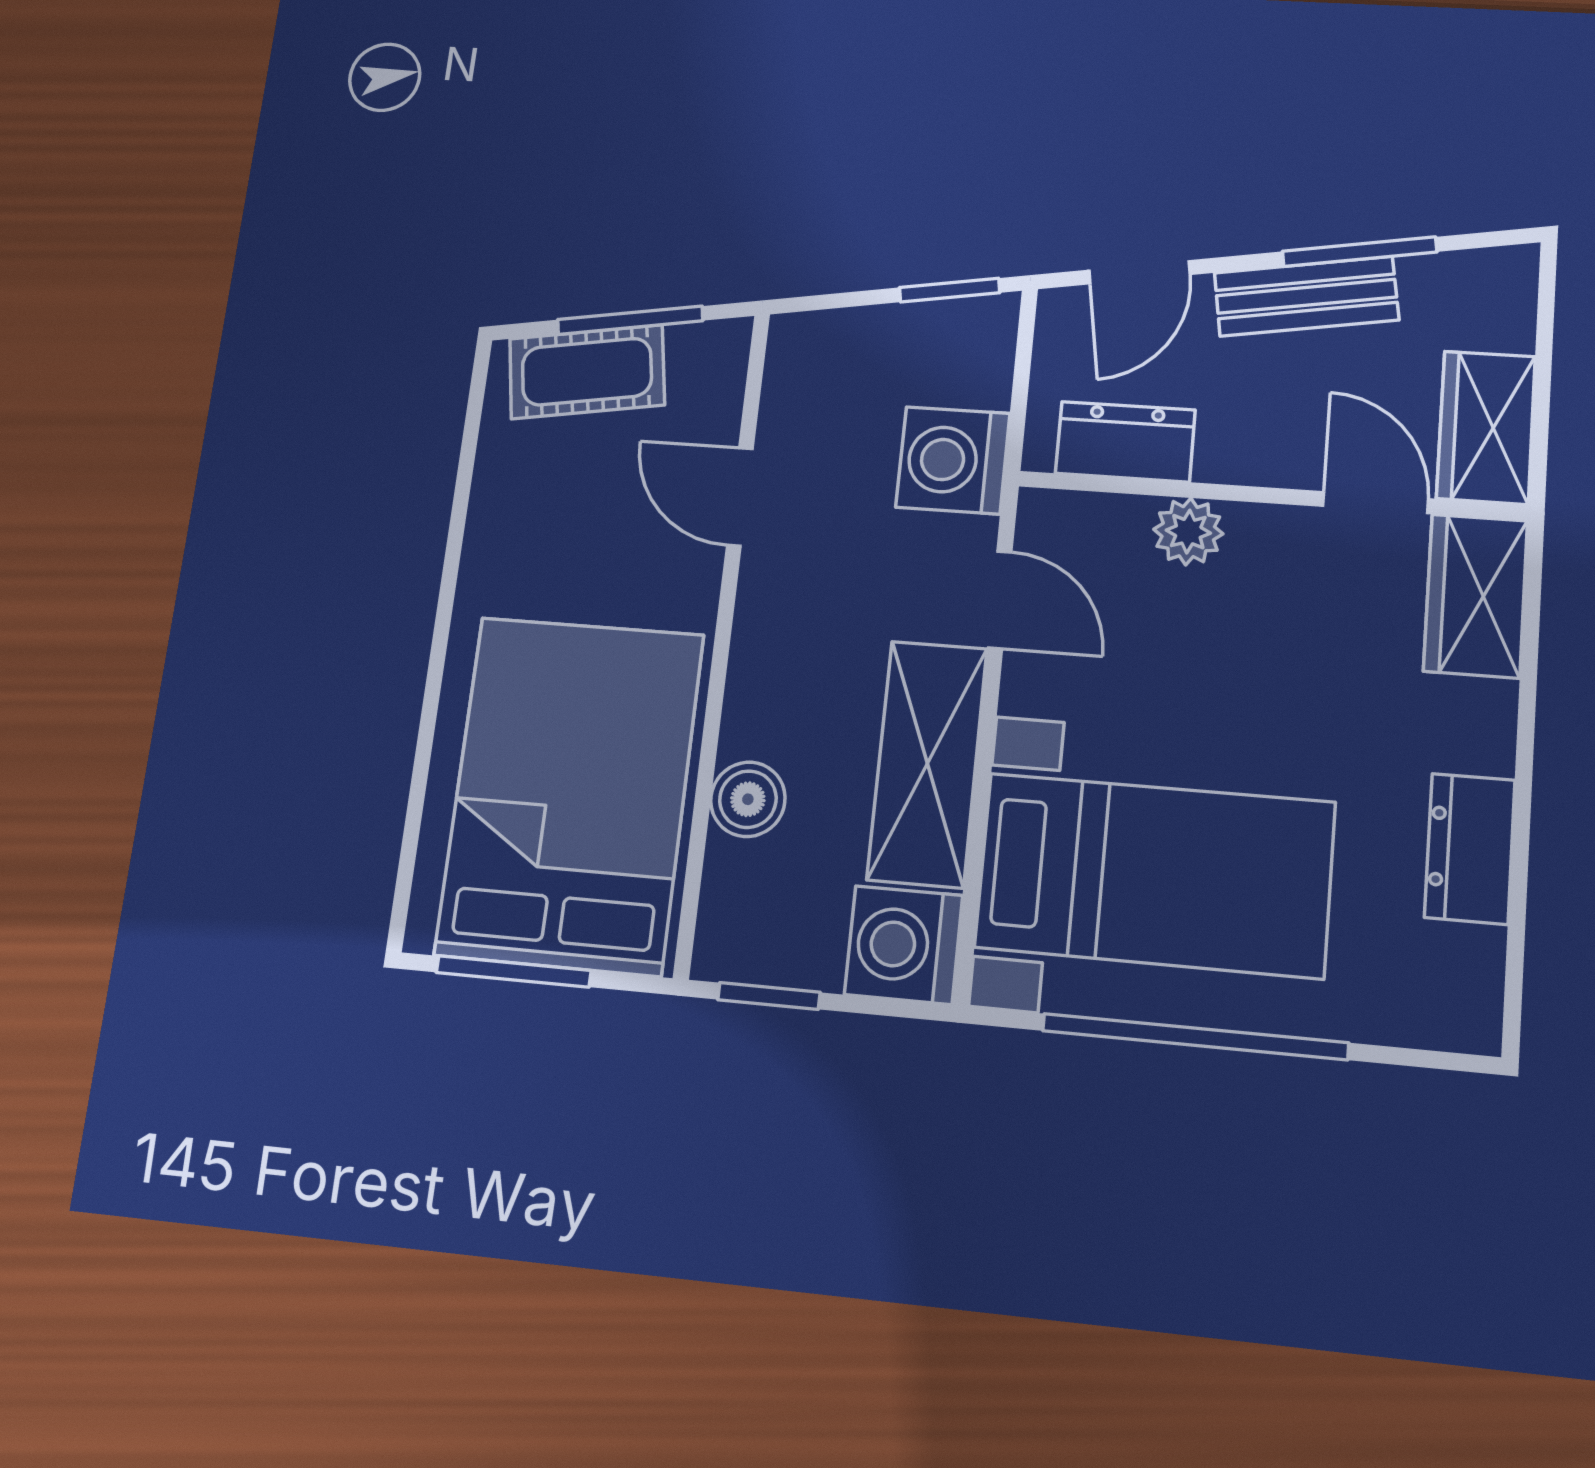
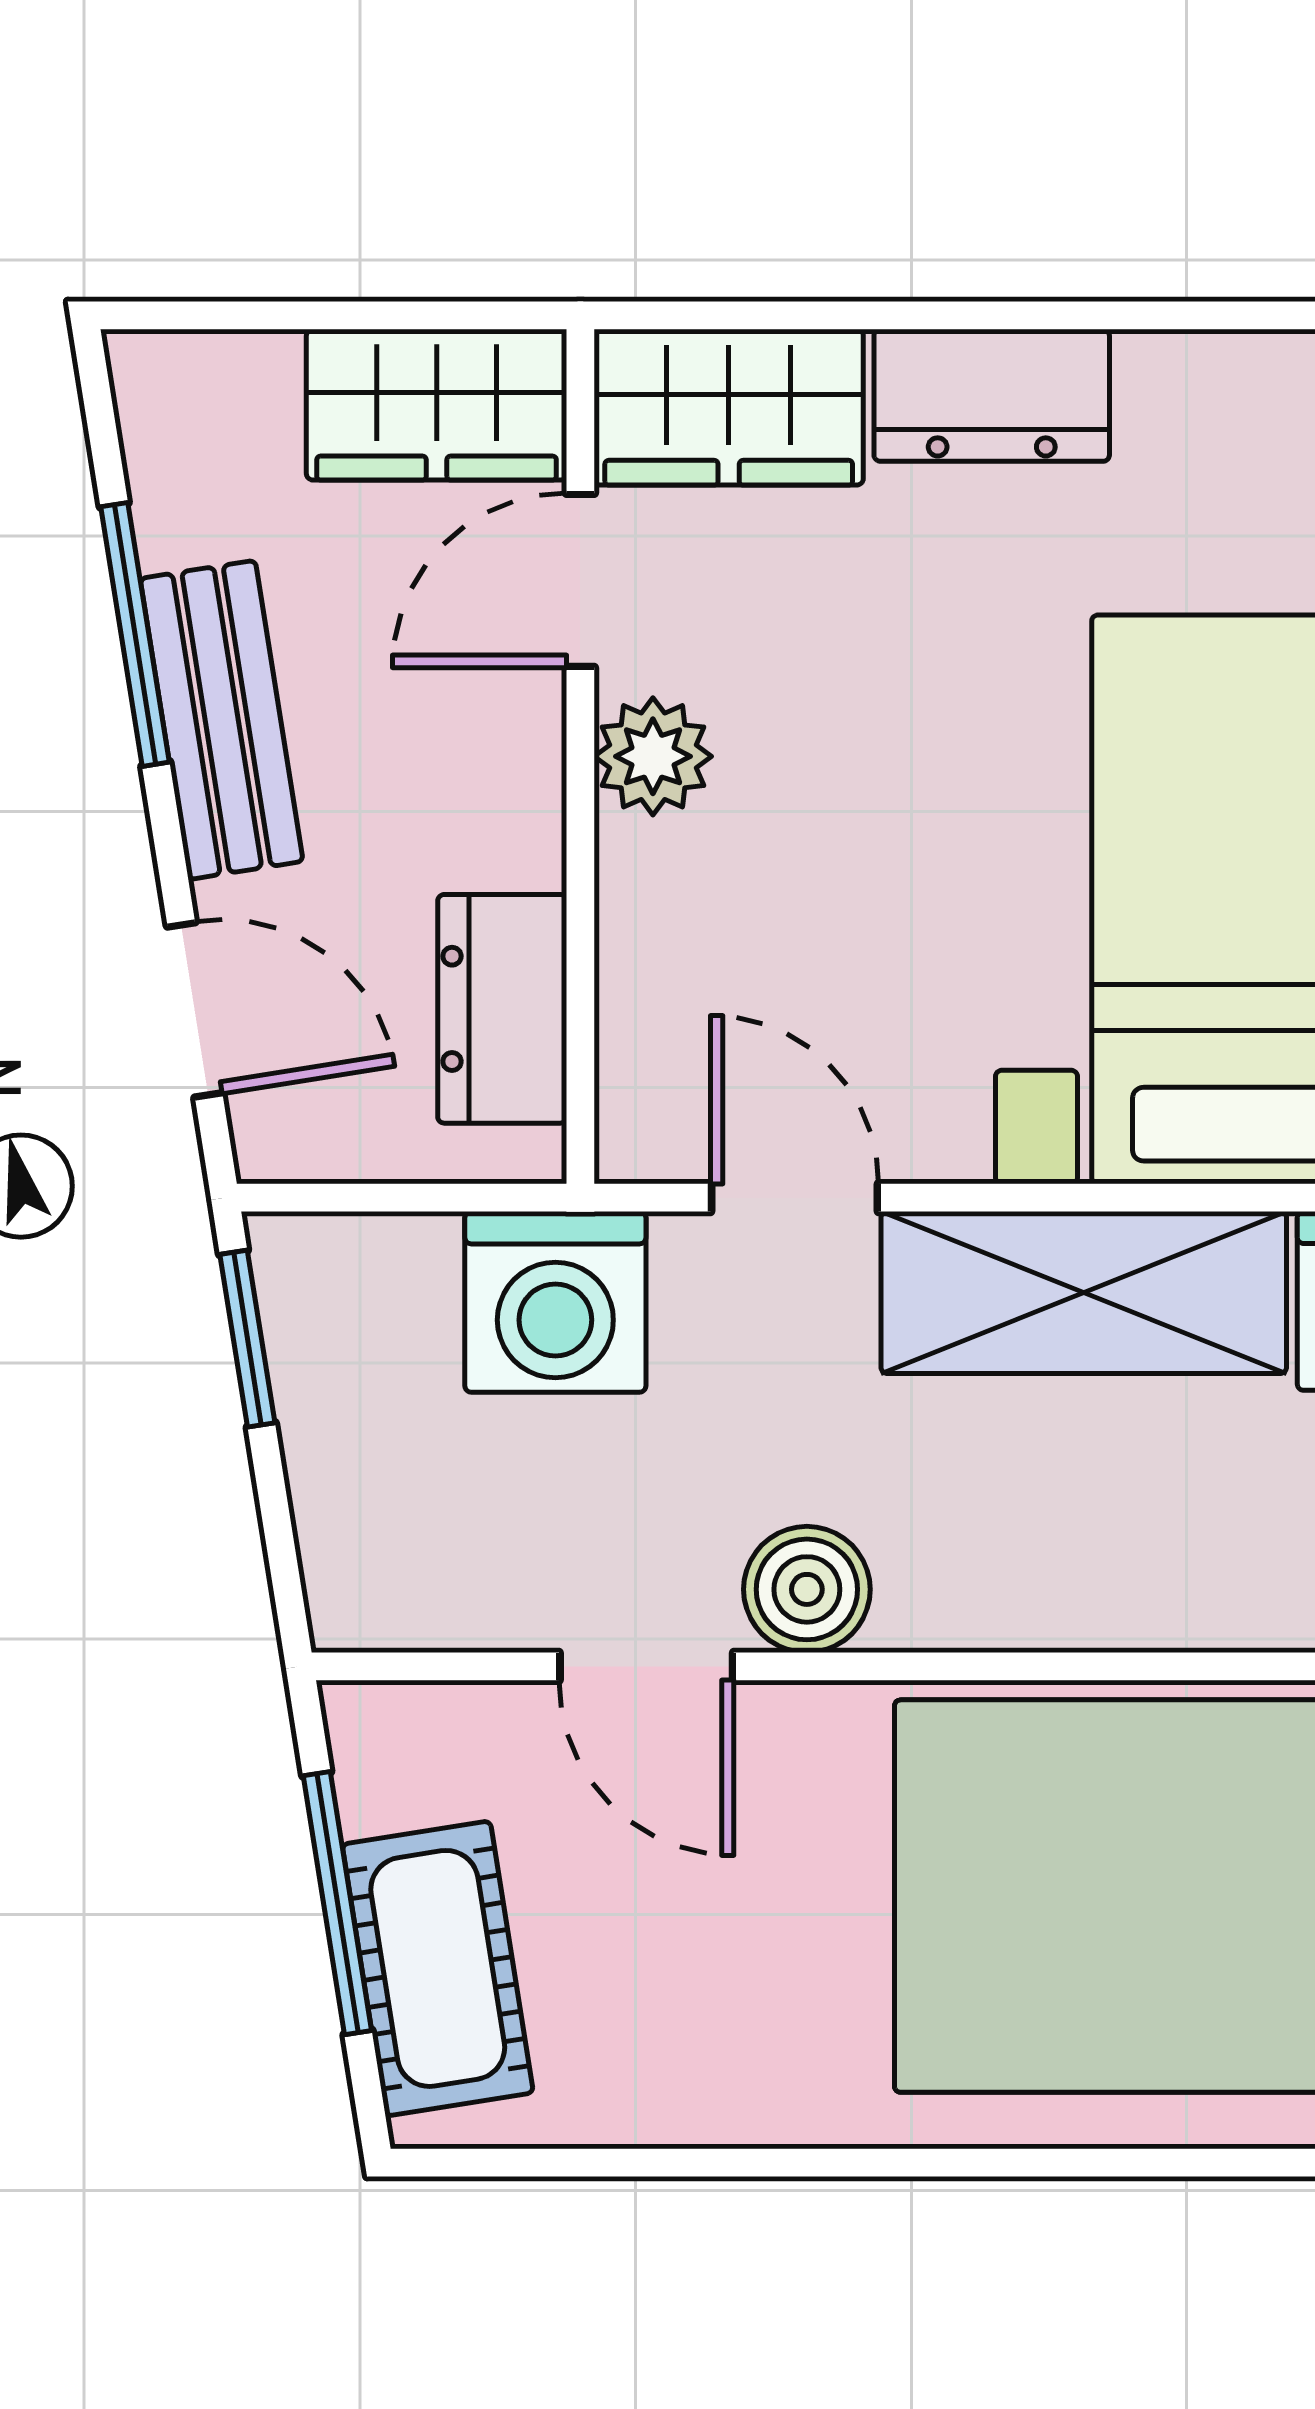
door: (740, 497) -> (646, 1666), hinge flipped
plant: (1188, 532) -> (653, 756), moved
door: (1000, 600) -> (795, 1198), hinge flipped
boiler: (748, 799) -> (807, 1589), moved
dresser: (1470, 849) -> (992, 395), moved

